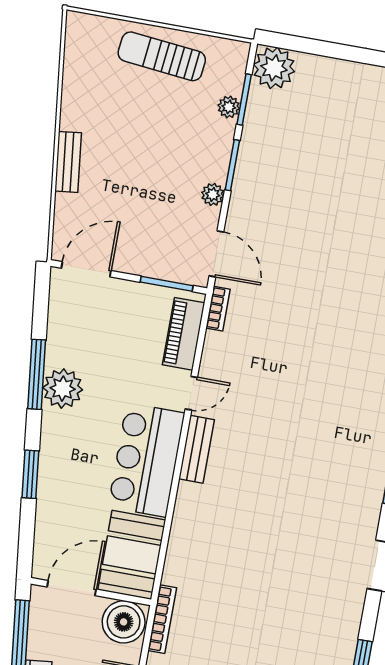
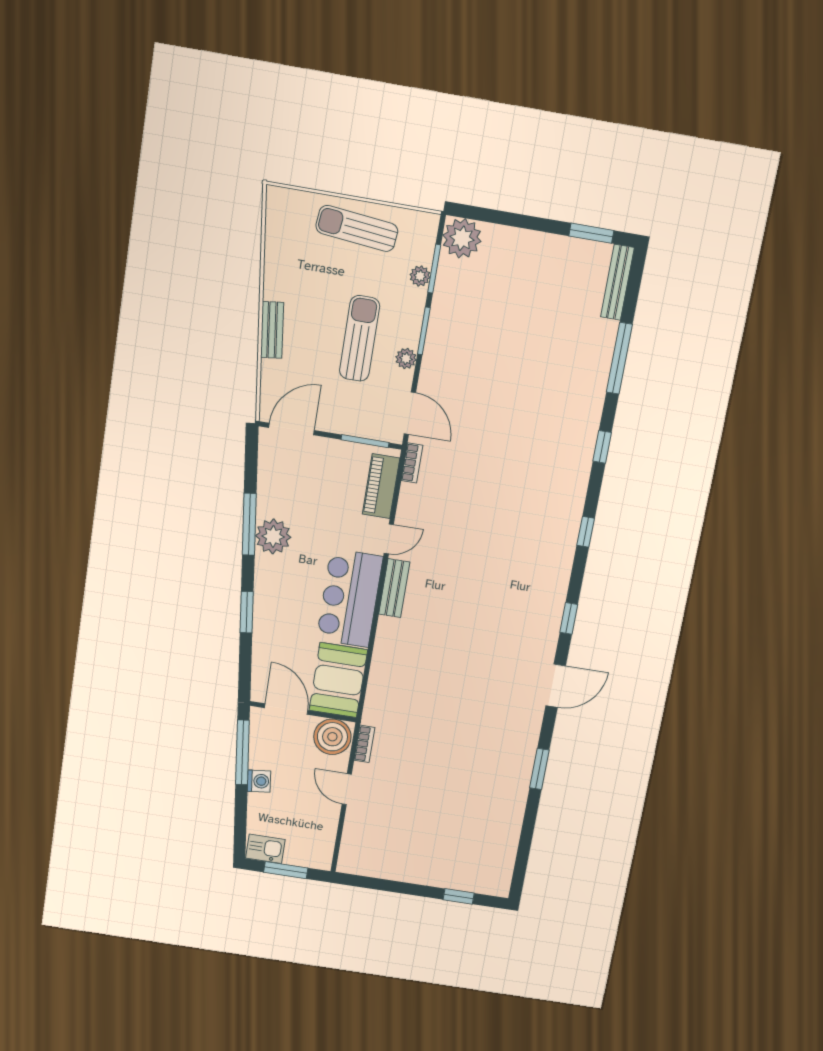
sun lounger: (163, 172) -> (360, 338), added
door: (72, 588) -> (286, 709), hinge flipped
bookcase: (162, 619) -> (364, 744), width x0.64

